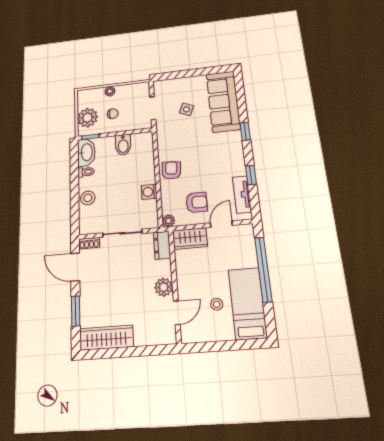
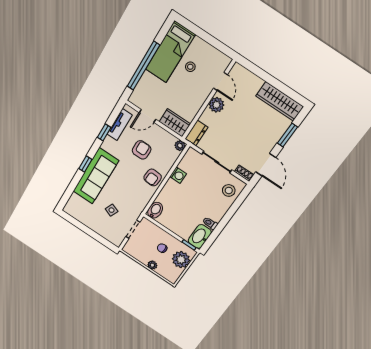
sofa: (223, 101) -> (96, 176), moved
bidet: (123, 145) -> (155, 210), moved
stool: (88, 198) -> (229, 190), moved
armchair: (197, 202) -> (142, 150), moved, turned 90
door: (177, 313) -> (221, 81), swing flipped

